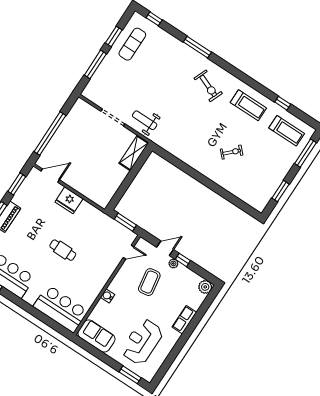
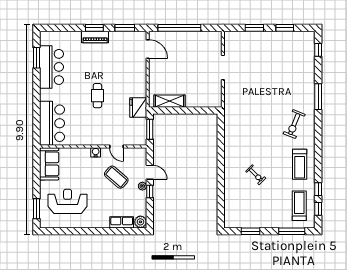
exercise mat: (132, 44) -> (288, 46), removed
window: (95, 64) -> (254, 28), width x0.69
window: (301, 115) -> (318, 209), added
weight bench: (145, 120) -> (237, 93), removed
treadmill: (287, 131) -> (299, 206), turned 180
shelving: (134, 153) -> (169, 101), moved
fridge: (69, 200) -> (138, 107), moved
door: (129, 252) -> (116, 146), moved
coffee table: (149, 282) -> (116, 177), turned 50
water cooler: (108, 296) -> (96, 152), moved
row of seats: (184, 320) -> (122, 222), moved

